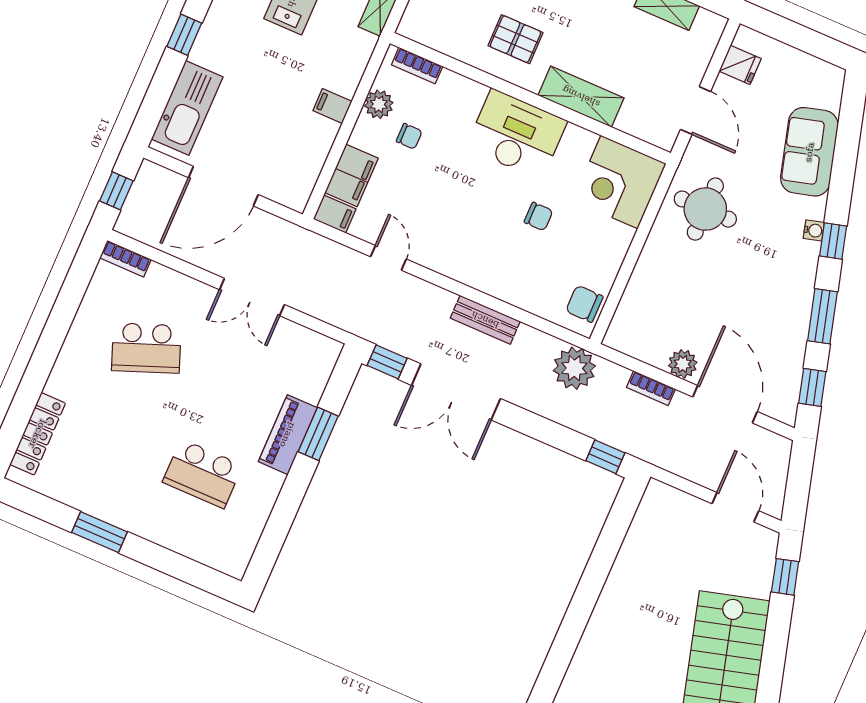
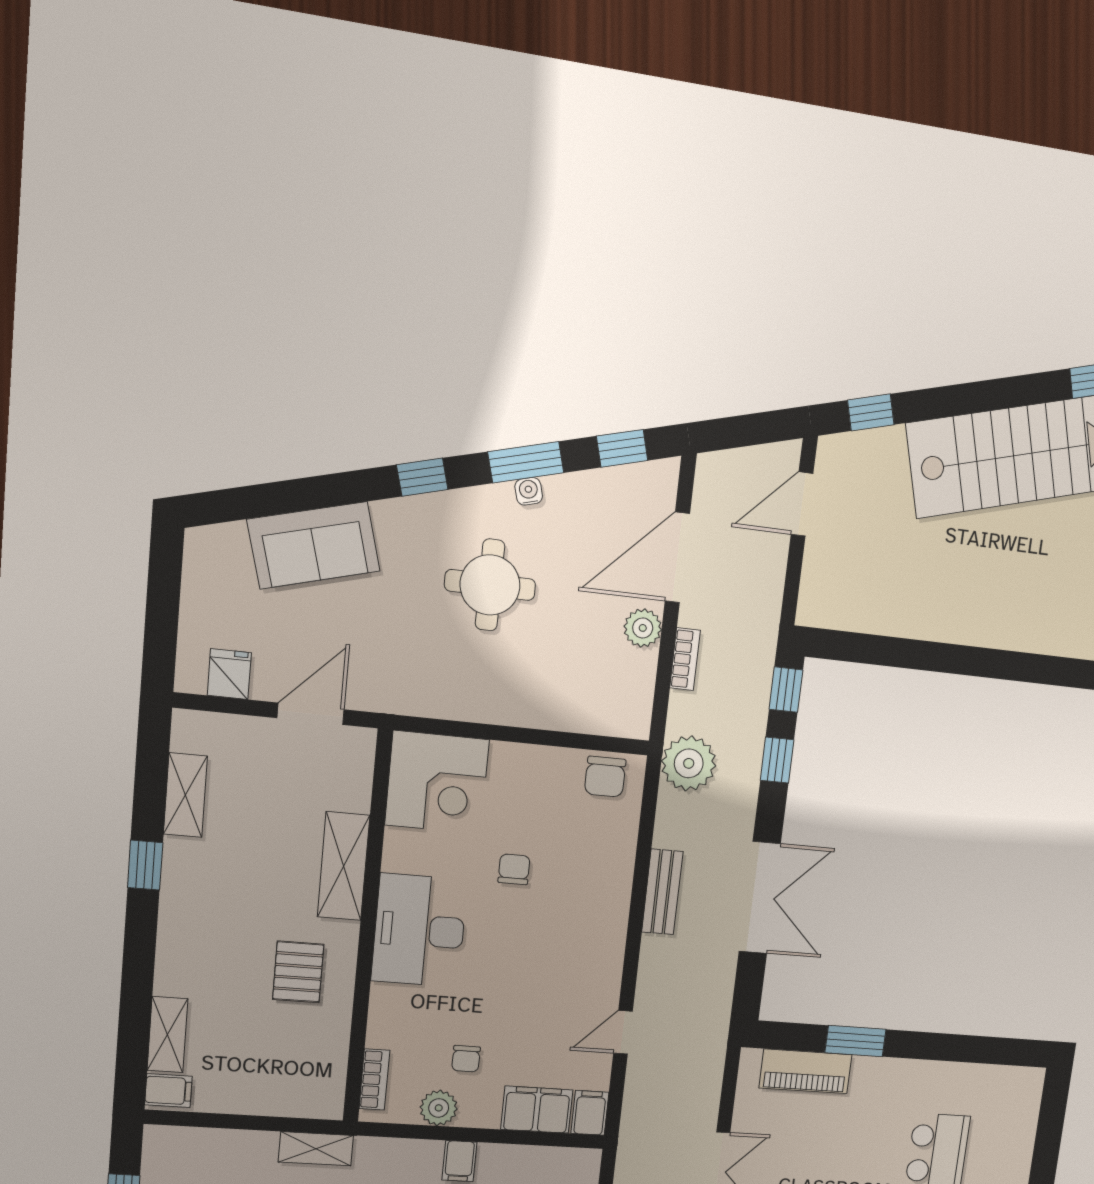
chair: (409, 136) -> (466, 1059), turned 180
round table: (705, 209) -> (490, 585), moved
water cooler: (814, 230) -> (529, 491), moved
window: (387, 362) -> (777, 760), moved
piano: (288, 435) -> (806, 1071), moved

